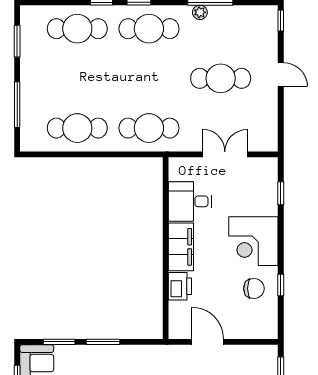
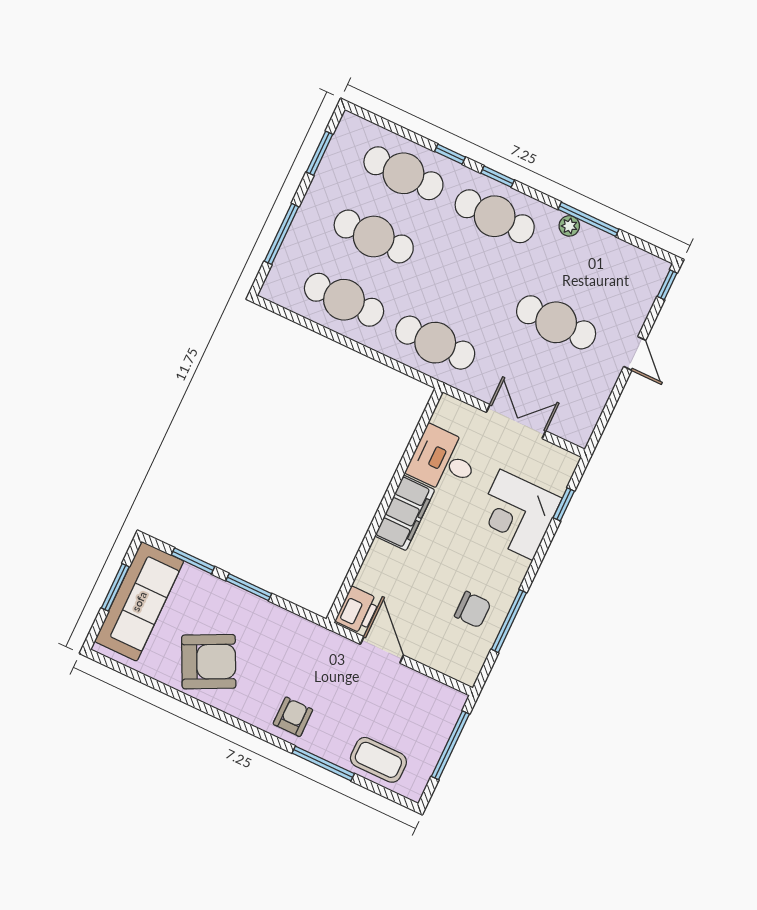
cafe table: (77, 78) -> (374, 237), added
corner desk: (253, 241) -> (516, 515), moved
window: (281, 285) -> (509, 621), width x2.17
printer: (180, 286) -> (357, 610), moved

